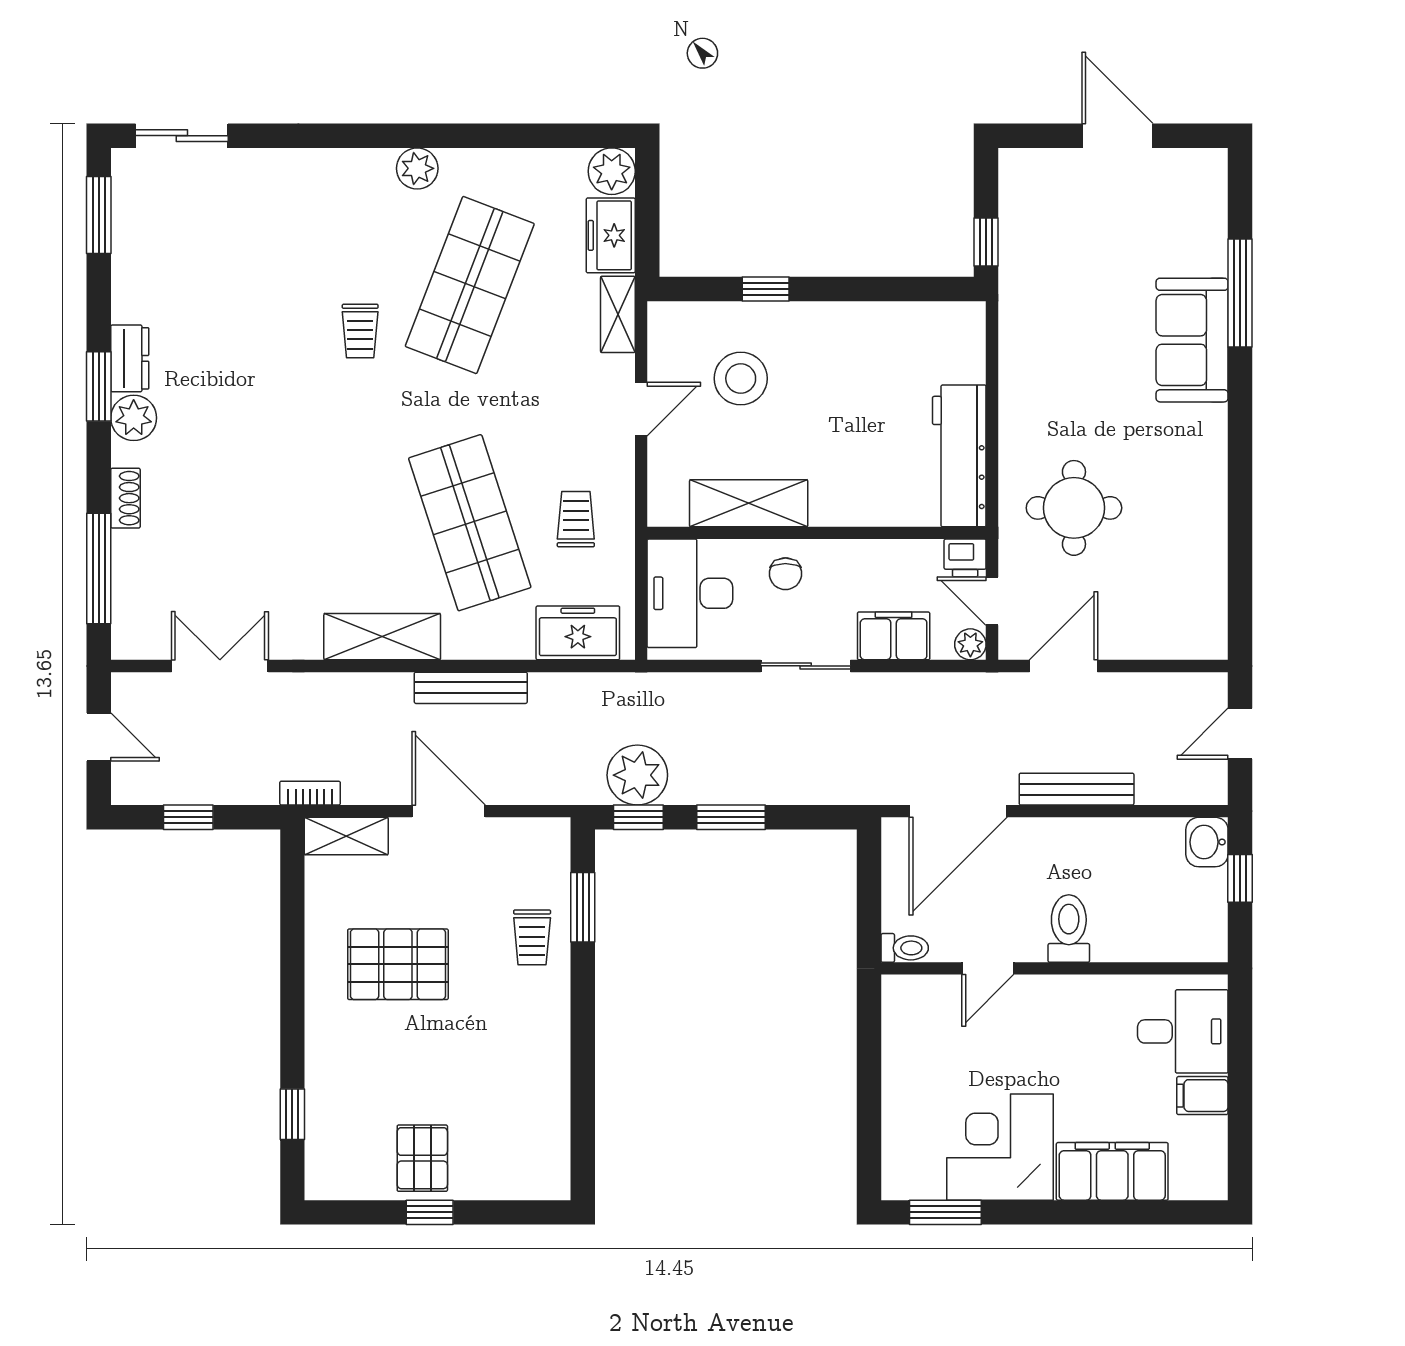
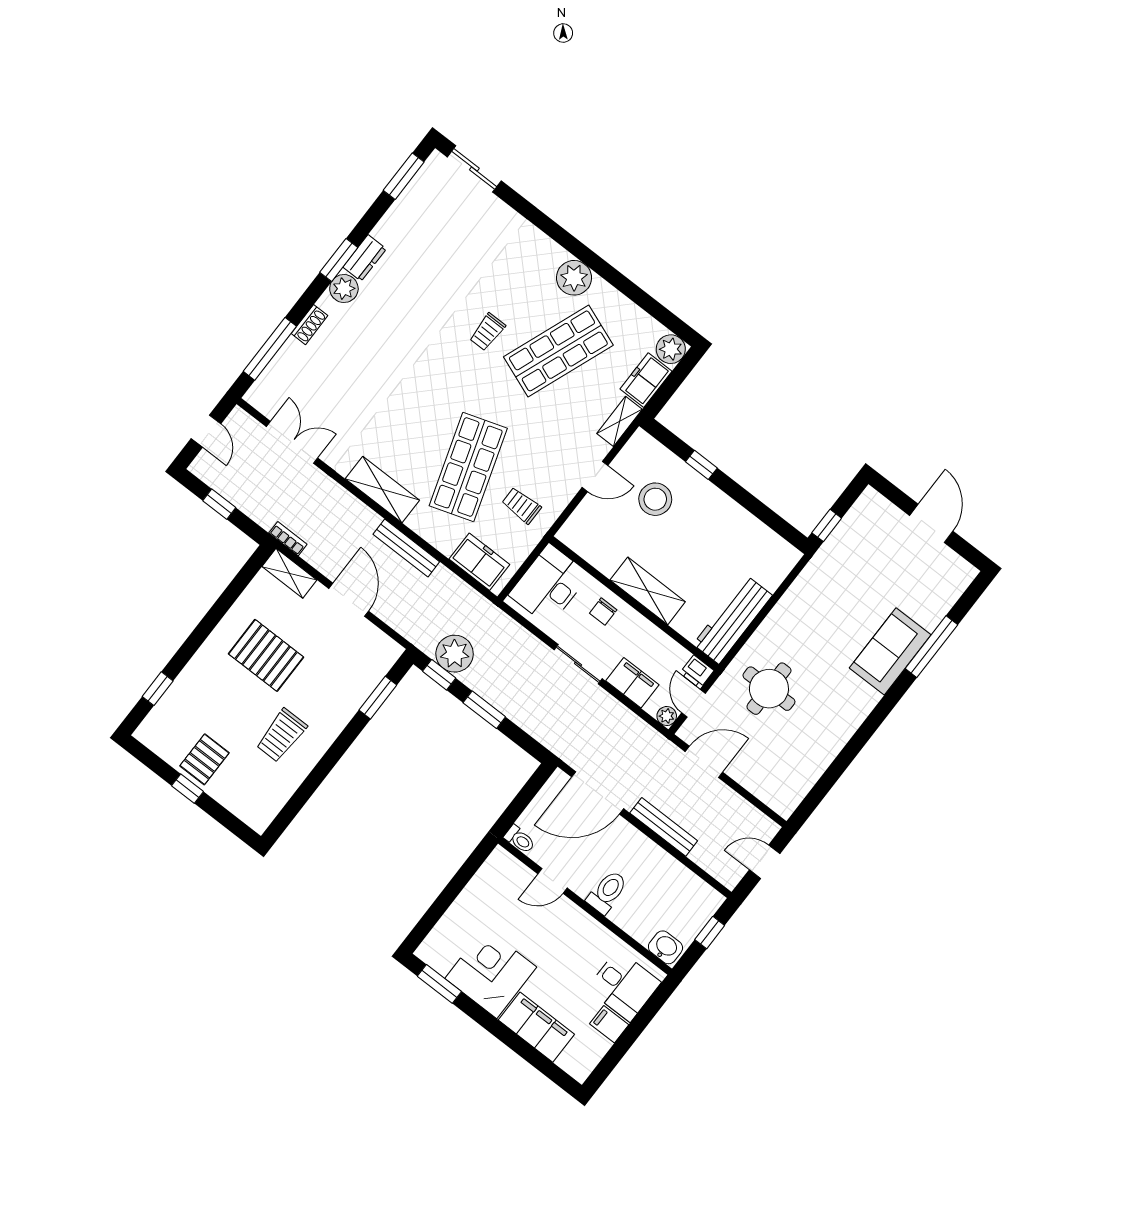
plant: (417, 168) -> (574, 278), width x1.36, depth x1.36
shelving: (749, 503) -> (648, 591), moved
trolley: (576, 519) -> (521, 505), turned -90
washbasin: (1207, 842) -> (665, 947), moved, turned 90
trolley: (532, 937) -> (281, 735), moved, width x1.36, depth x1.39

